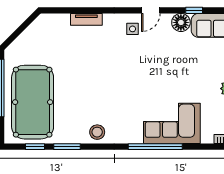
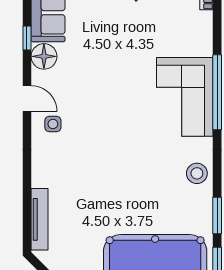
tv unit: (86, 19) -> (39, 219), moved, width x1.41
corner sofa: (172, 123) -> (185, 97), moved

